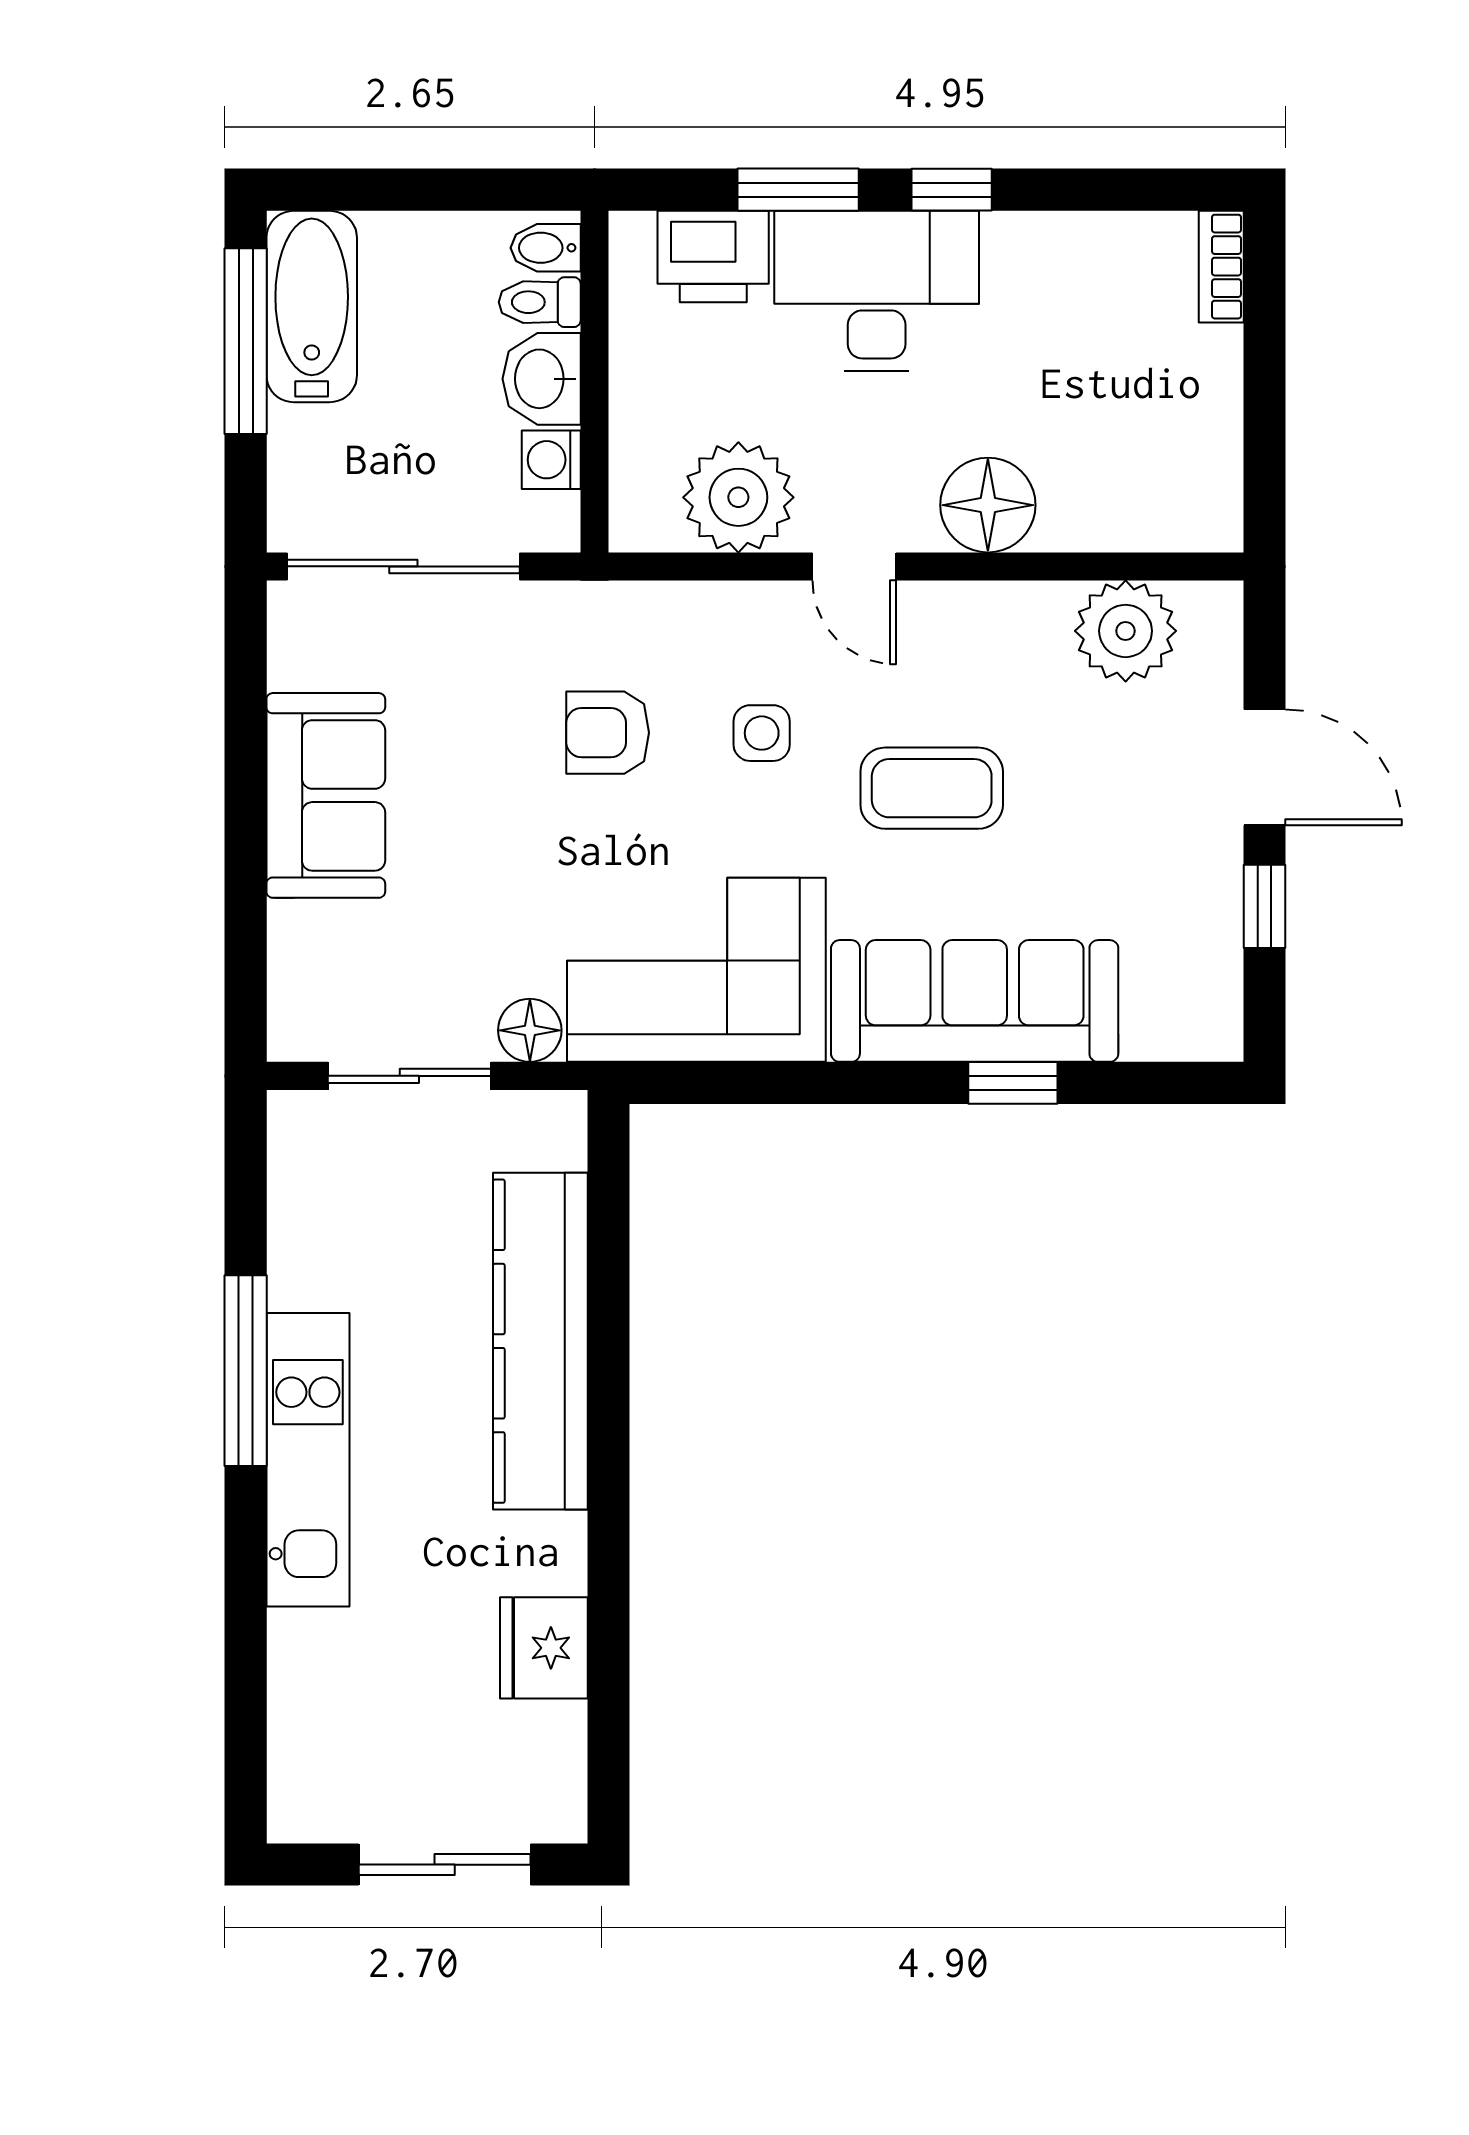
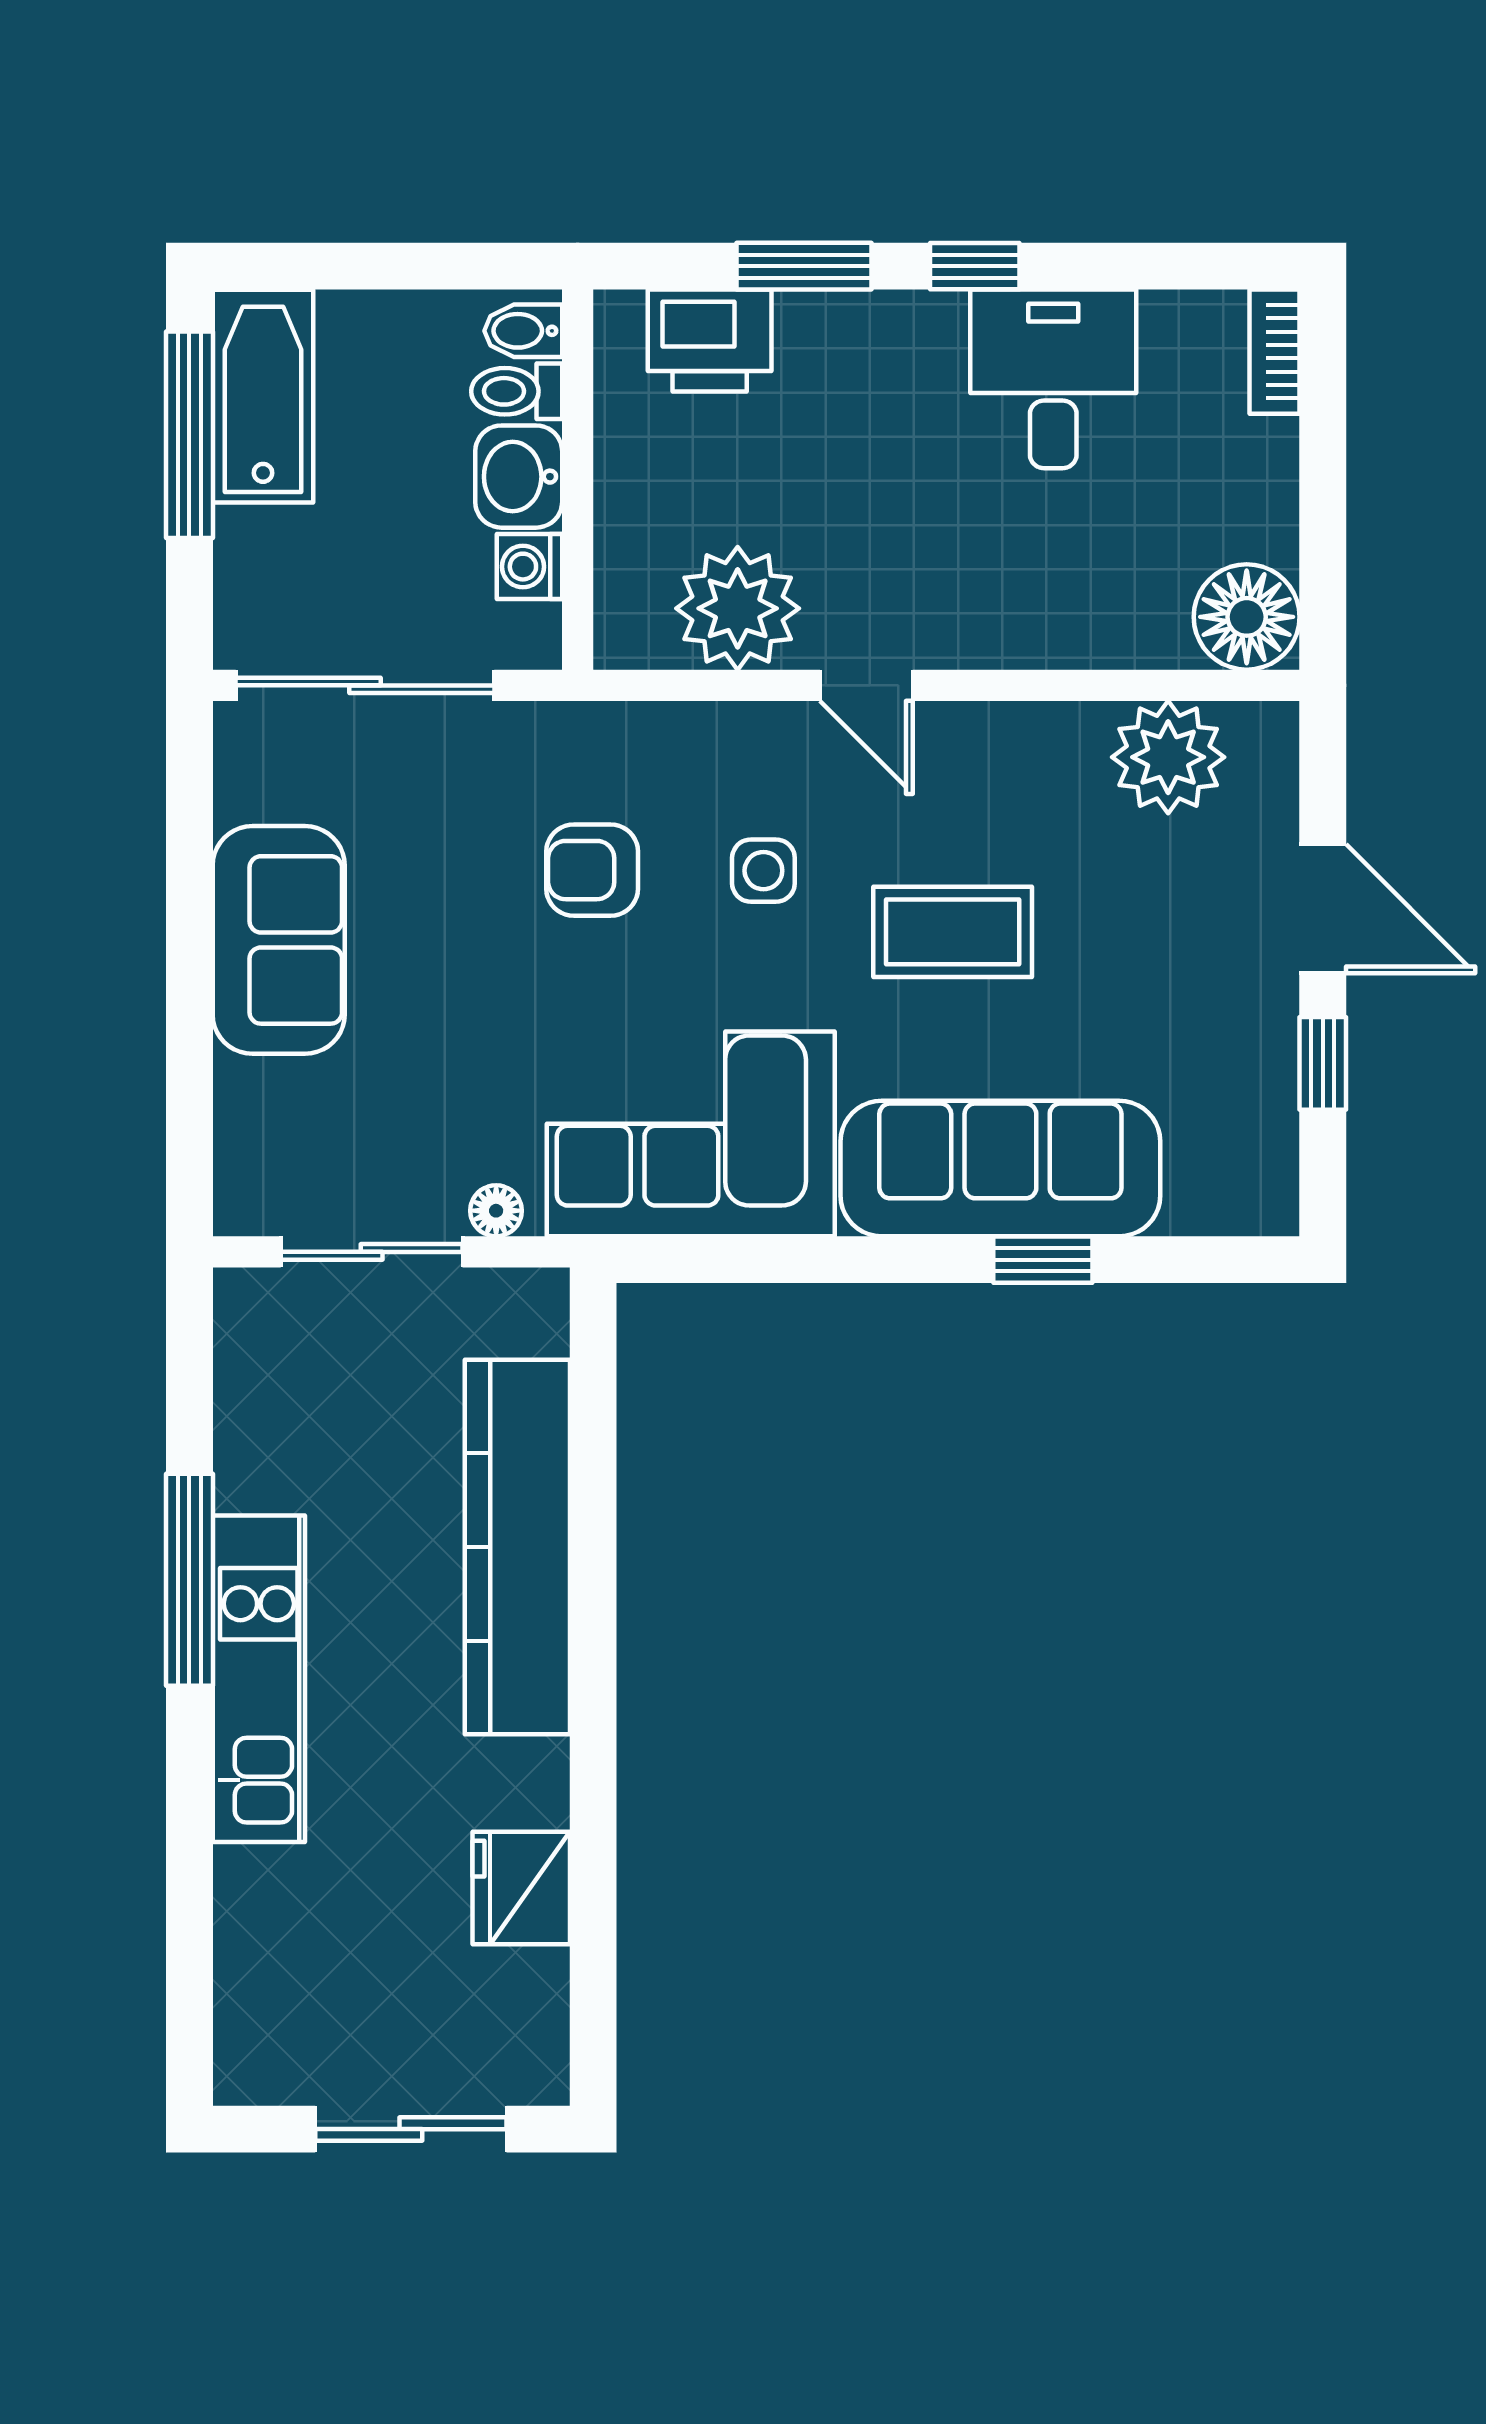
desk: (877, 291) -> (1053, 379), moved, width x0.73
floor lamp: (988, 505) -> (1247, 617), moved
floor lamp: (530, 1030) -> (496, 1211), width x0.73, depth x0.73

